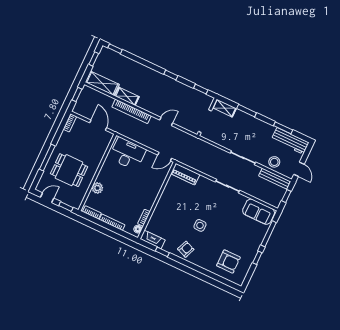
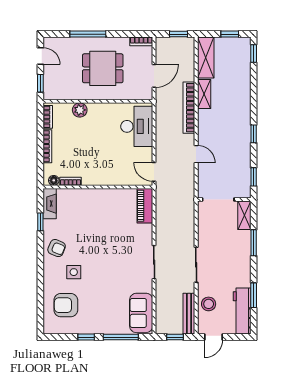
dining table: (69, 170) -> (103, 68), moved, turned 90
side table: (200, 225) -> (74, 272), moved
armchair: (228, 261) -> (66, 305), turned 90

